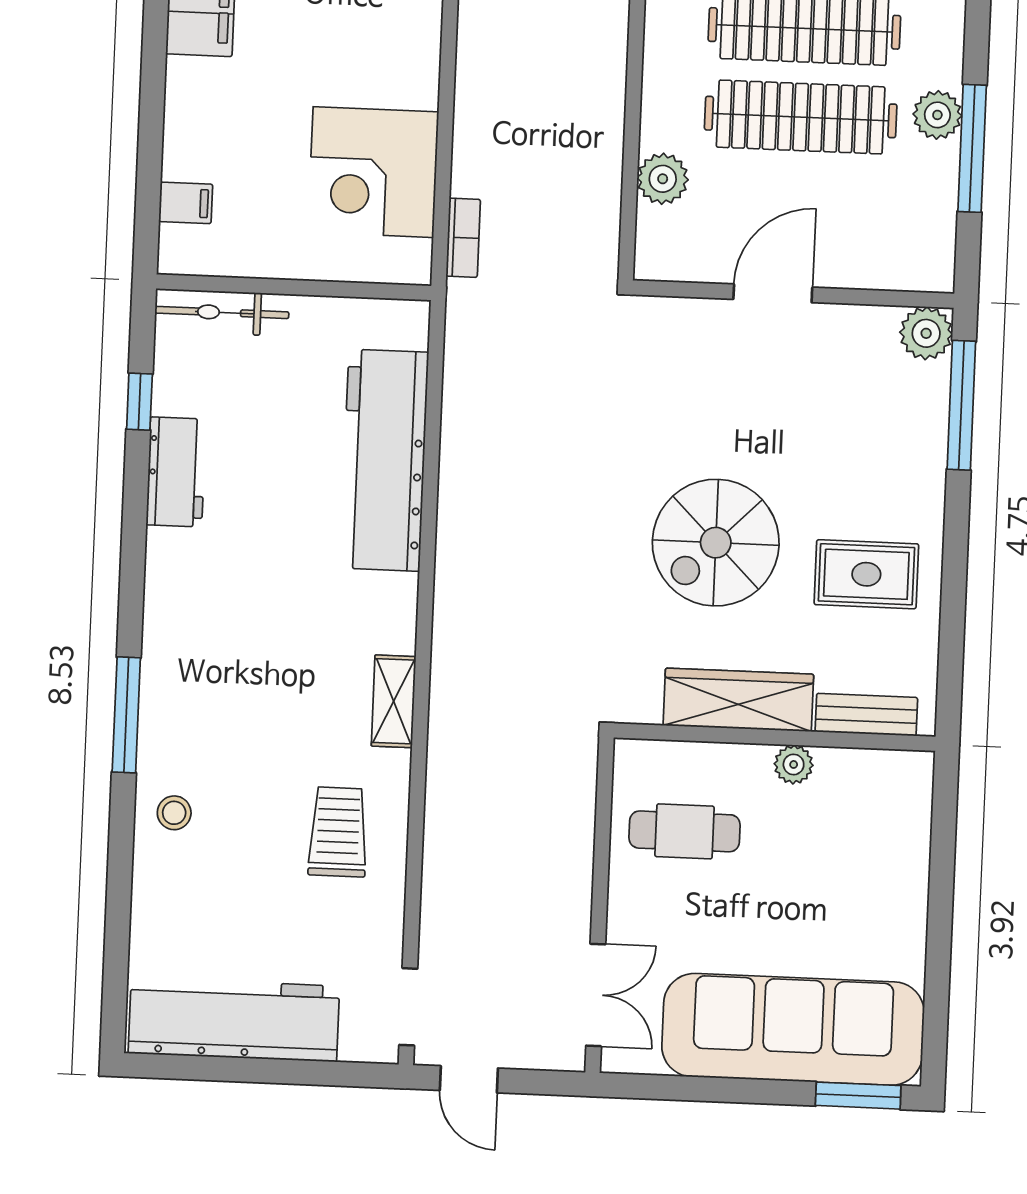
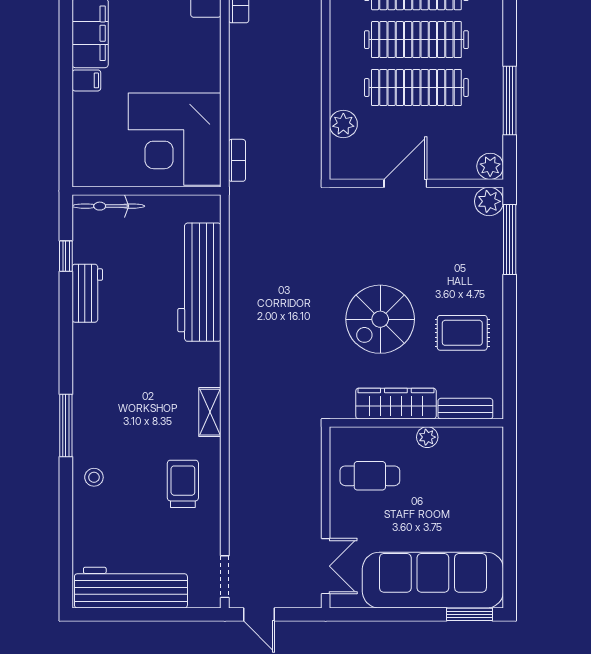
plant: (937, 115) -> (490, 166), moved
corner desk: (373, 172) -> (175, 139), width x1.36, depth x1.36
filing cabinet: (186, 203) -> (86, 80), moved

